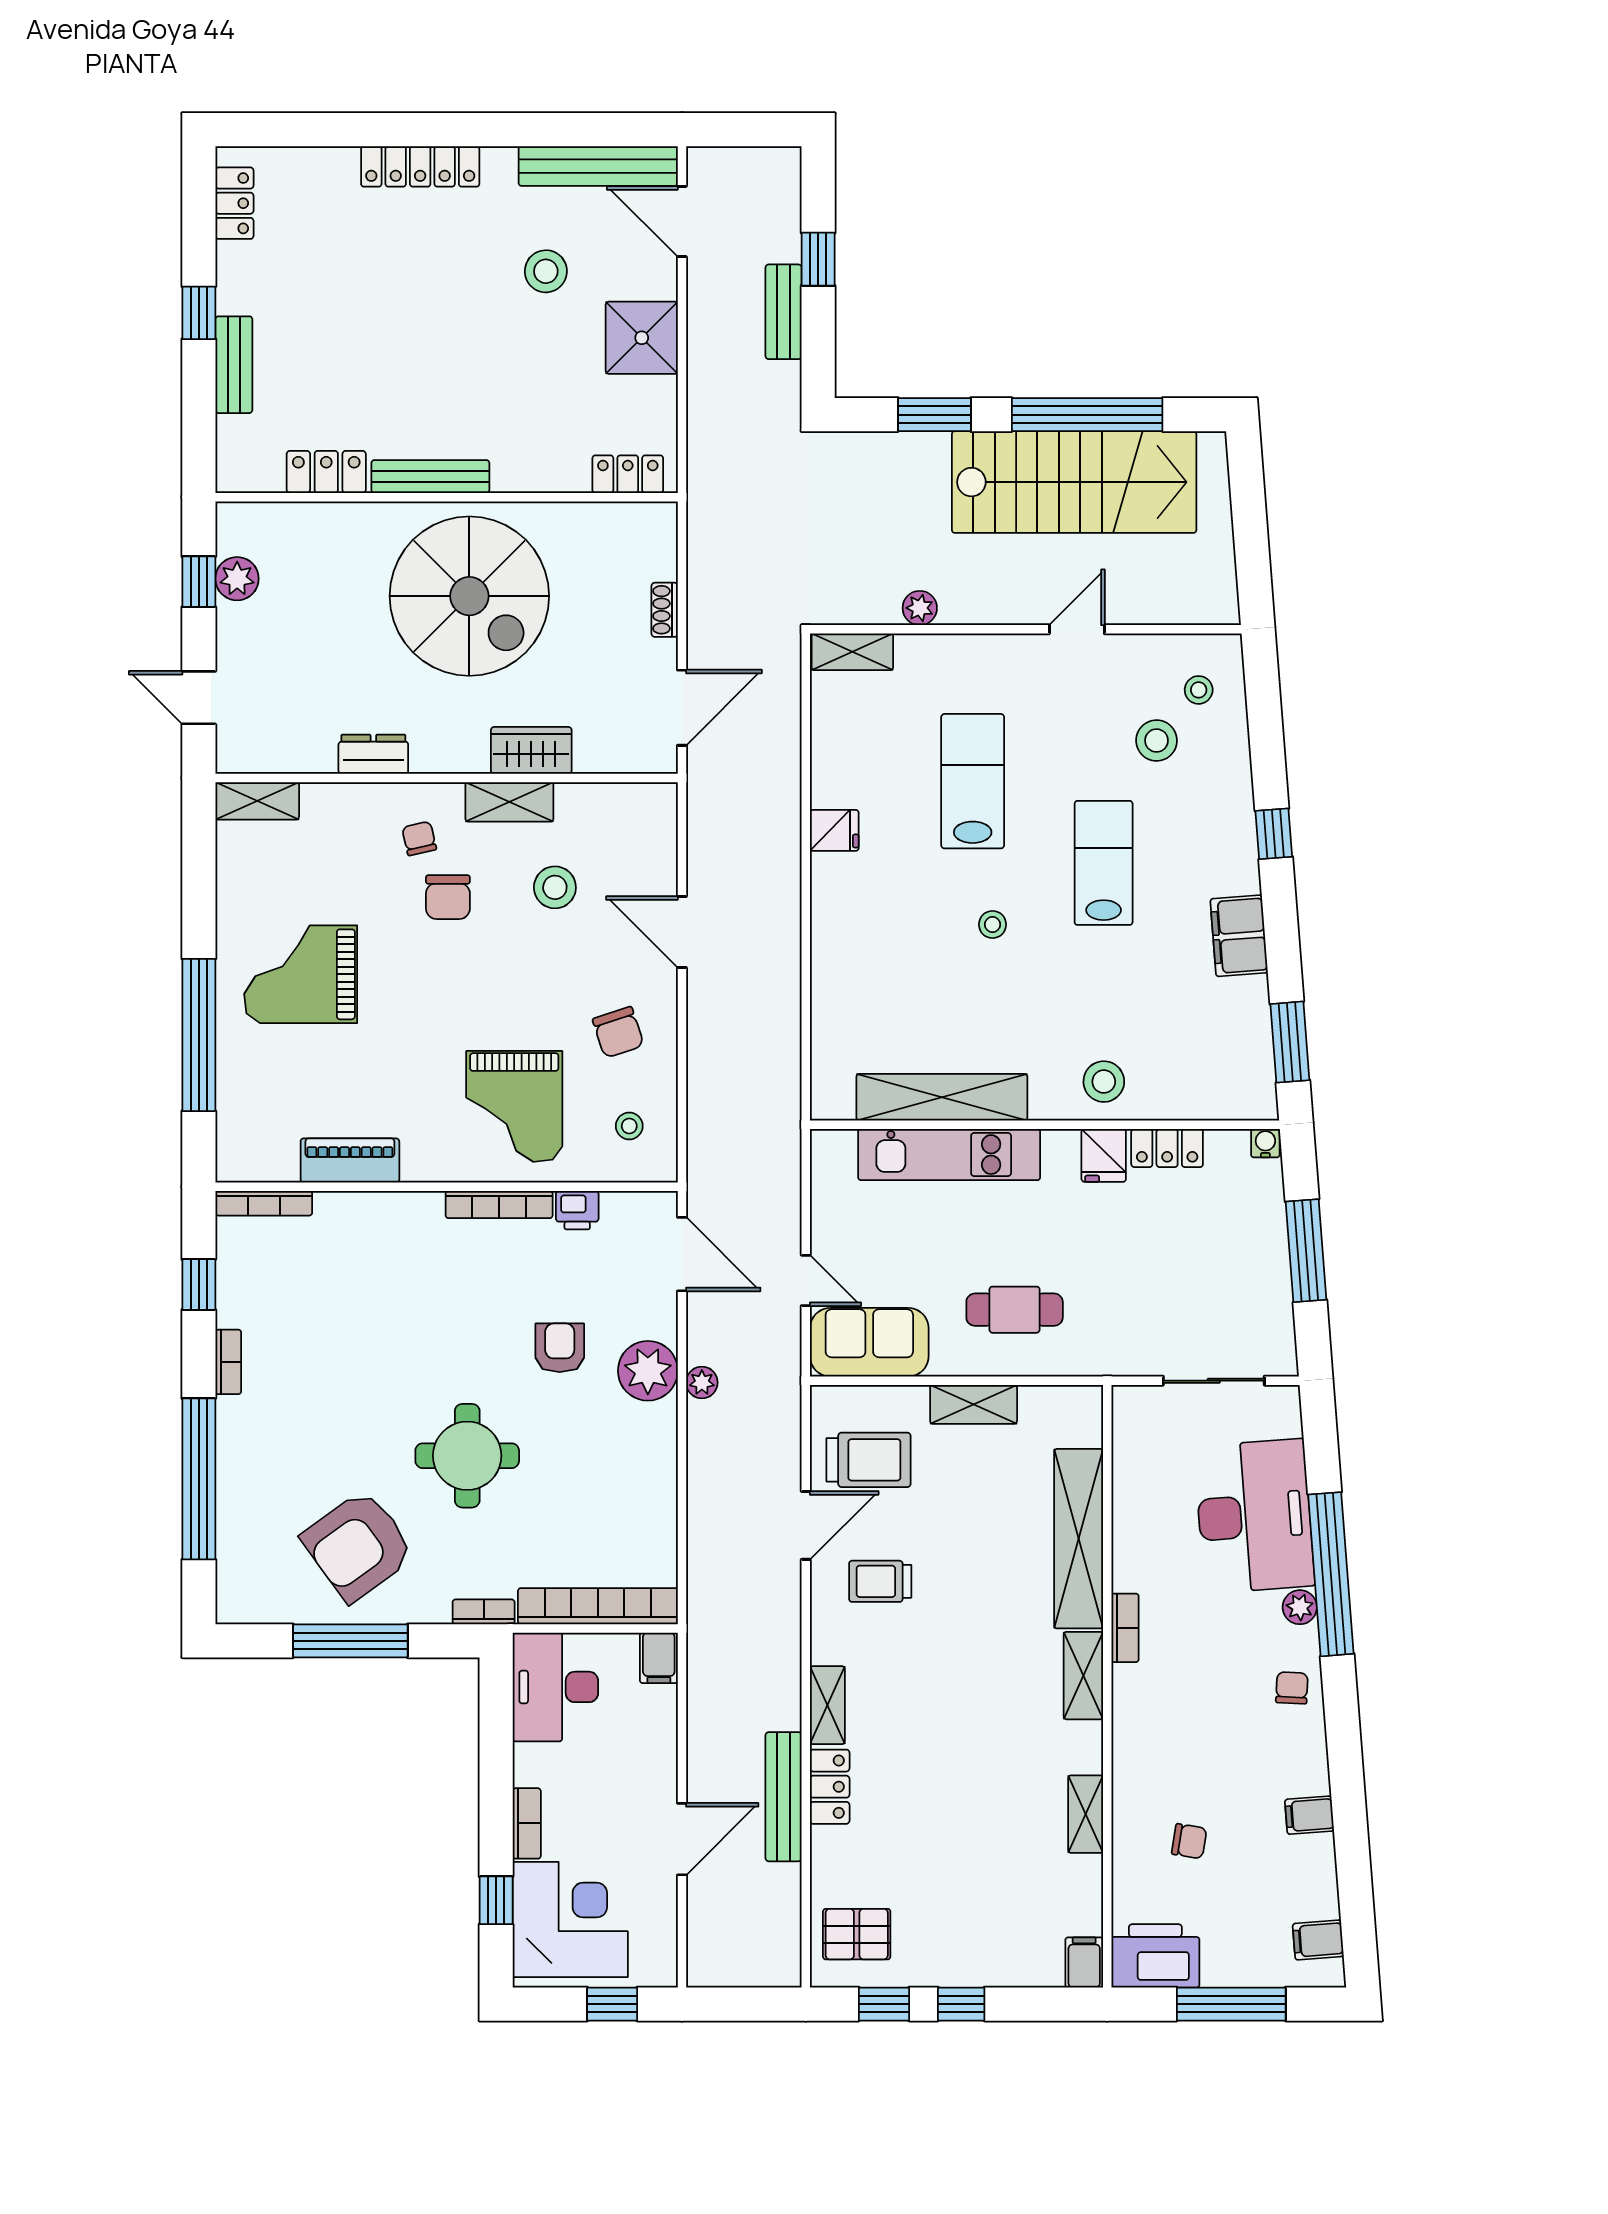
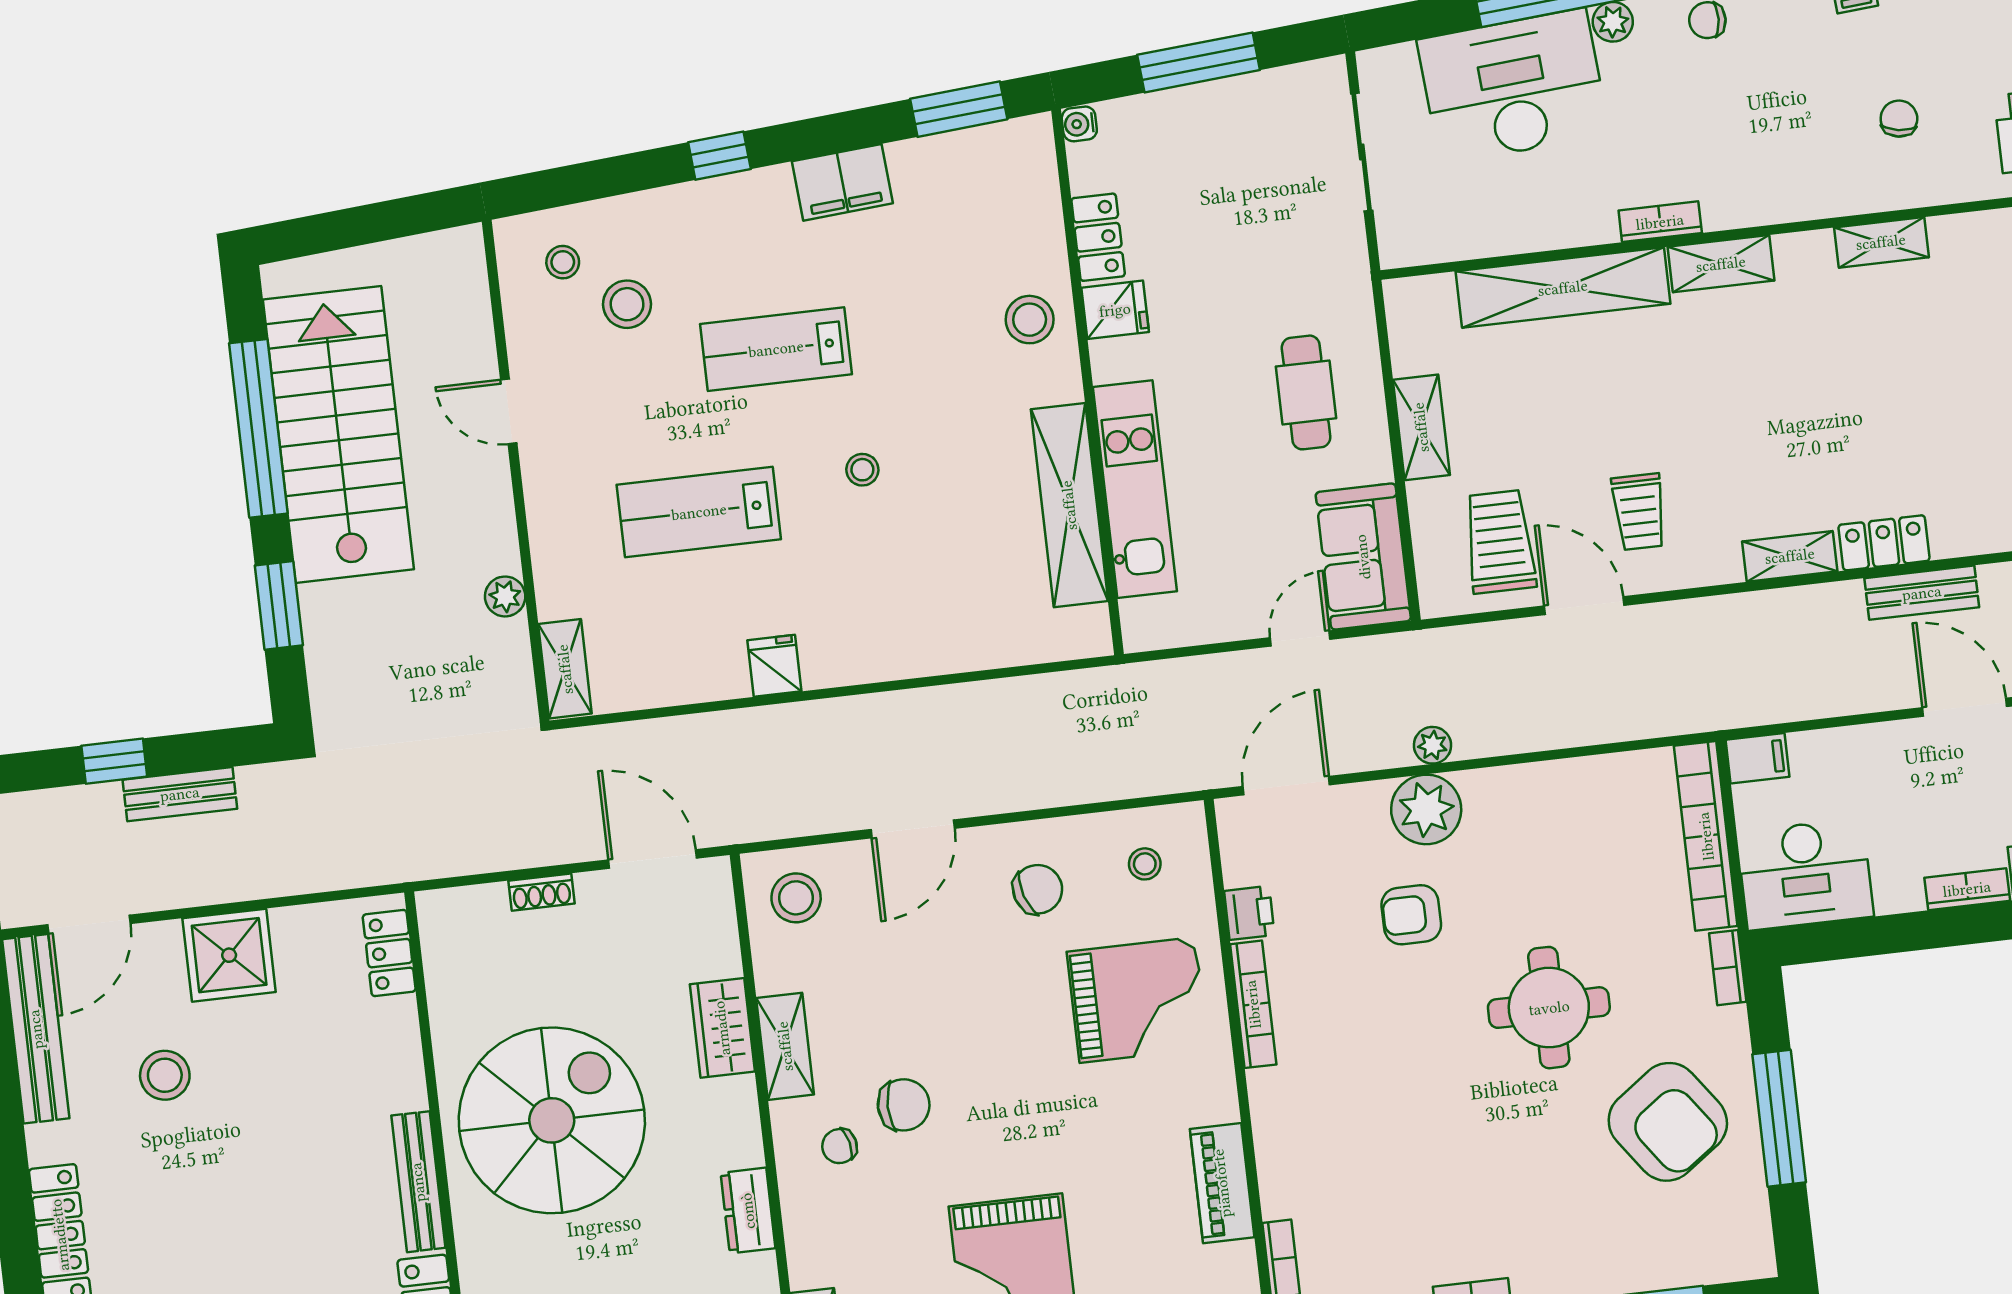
stool: (555, 887) -> (796, 898), moved
bench: (784, 1797) -> (1922, 593), width x0.73

